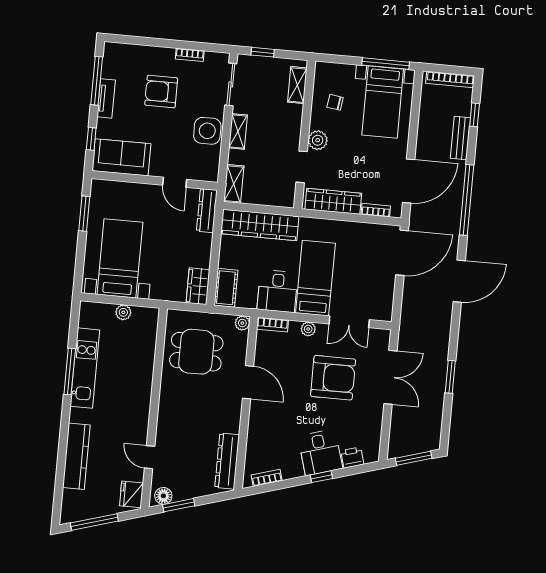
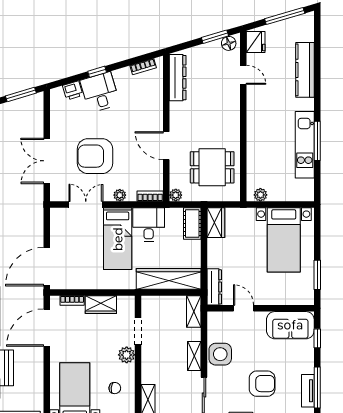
tv unit: (106, 98) -> (308, 391), moved
wardrobe: (333, 201) -> (101, 305), width x0.67
plant: (123, 312) -> (260, 195), moved

